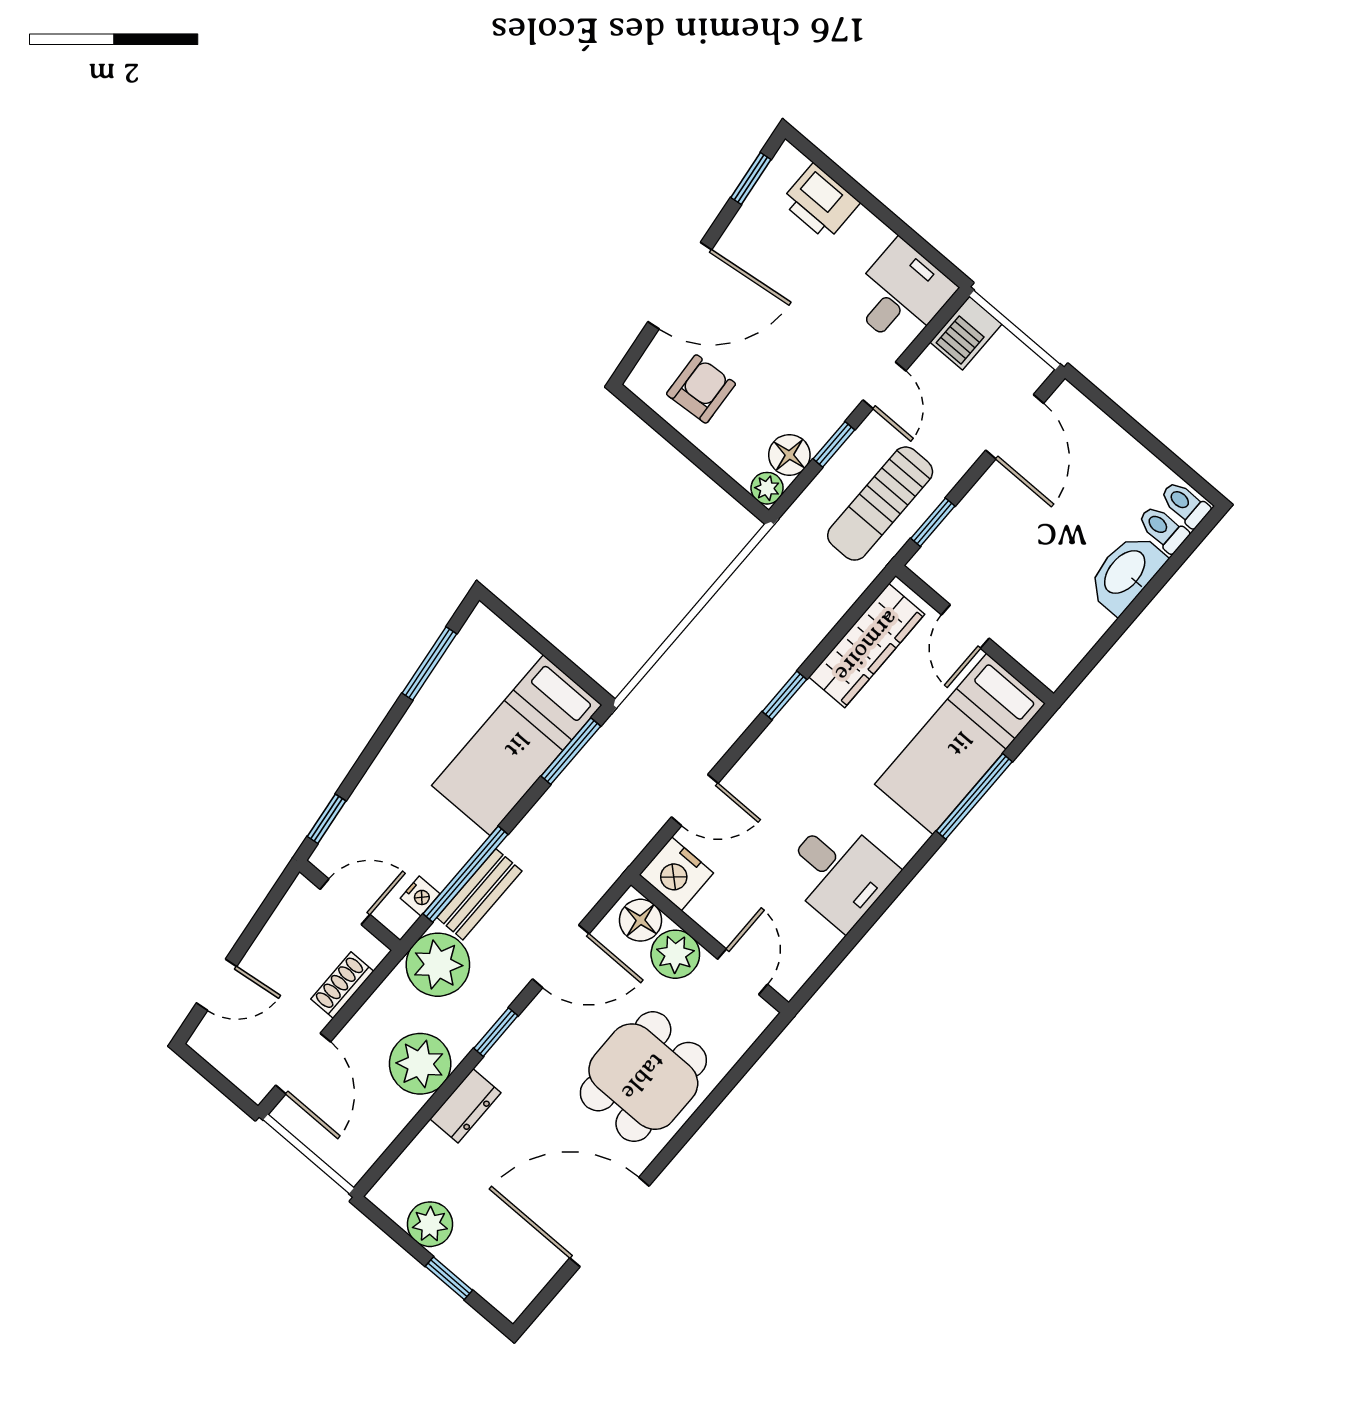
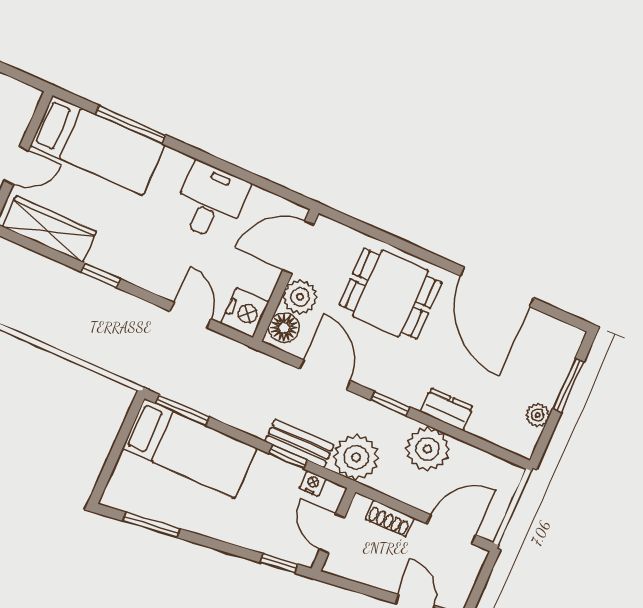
window: (465, 874) -> (288, 457), width x0.46
door: (743, 972) -> (298, 247), width x1.38
plant: (430, 1224) -> (537, 415), width x0.73, depth x0.73
window: (449, 1278) -> (568, 385), width x1.50

